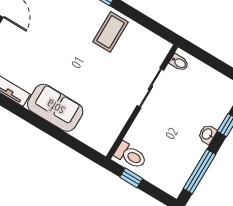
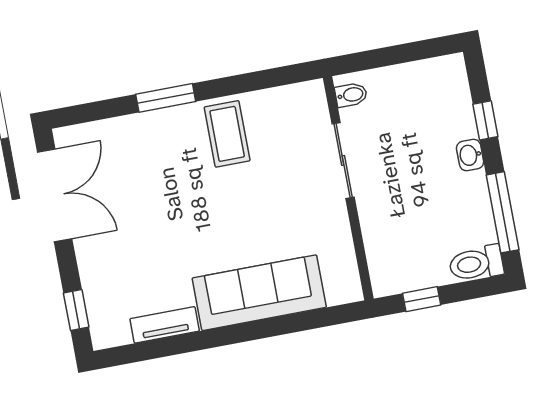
sofa: (55, 108) -> (259, 293), width x1.36
toilet: (131, 155) -> (476, 263), moved, turned 180

